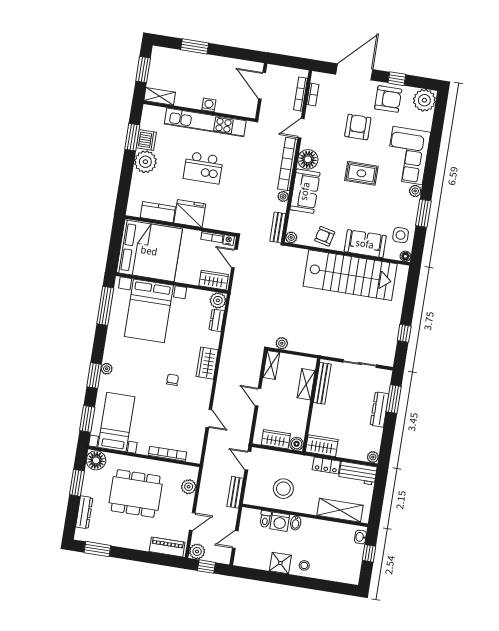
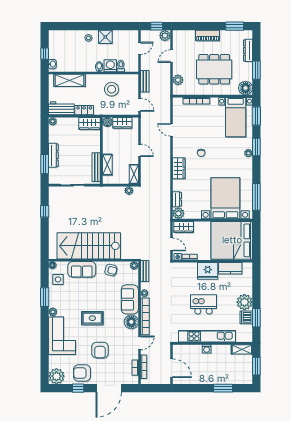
piano: (167, 547) -> (208, 36), moved

